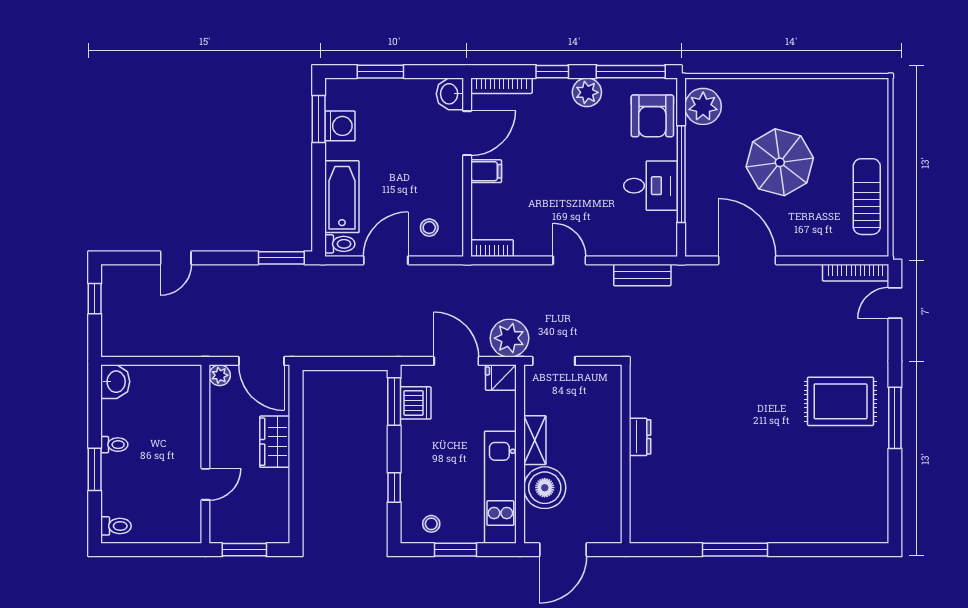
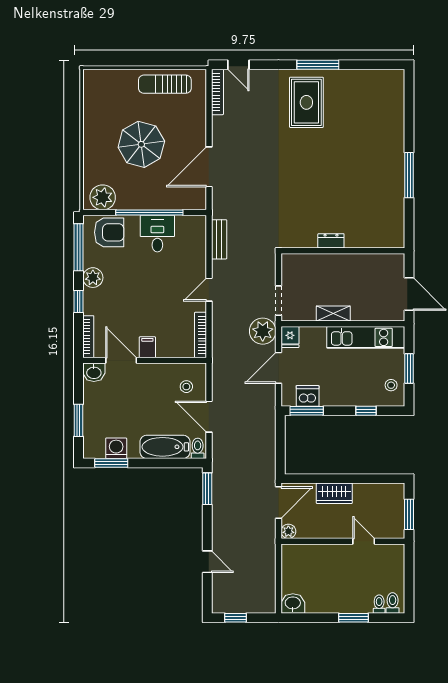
bookcase: (492, 248) -> (201, 335), width x1.56
toilet: (114, 445) -> (379, 604), moved
boiler: (545, 488) -> (366, 307), removed

